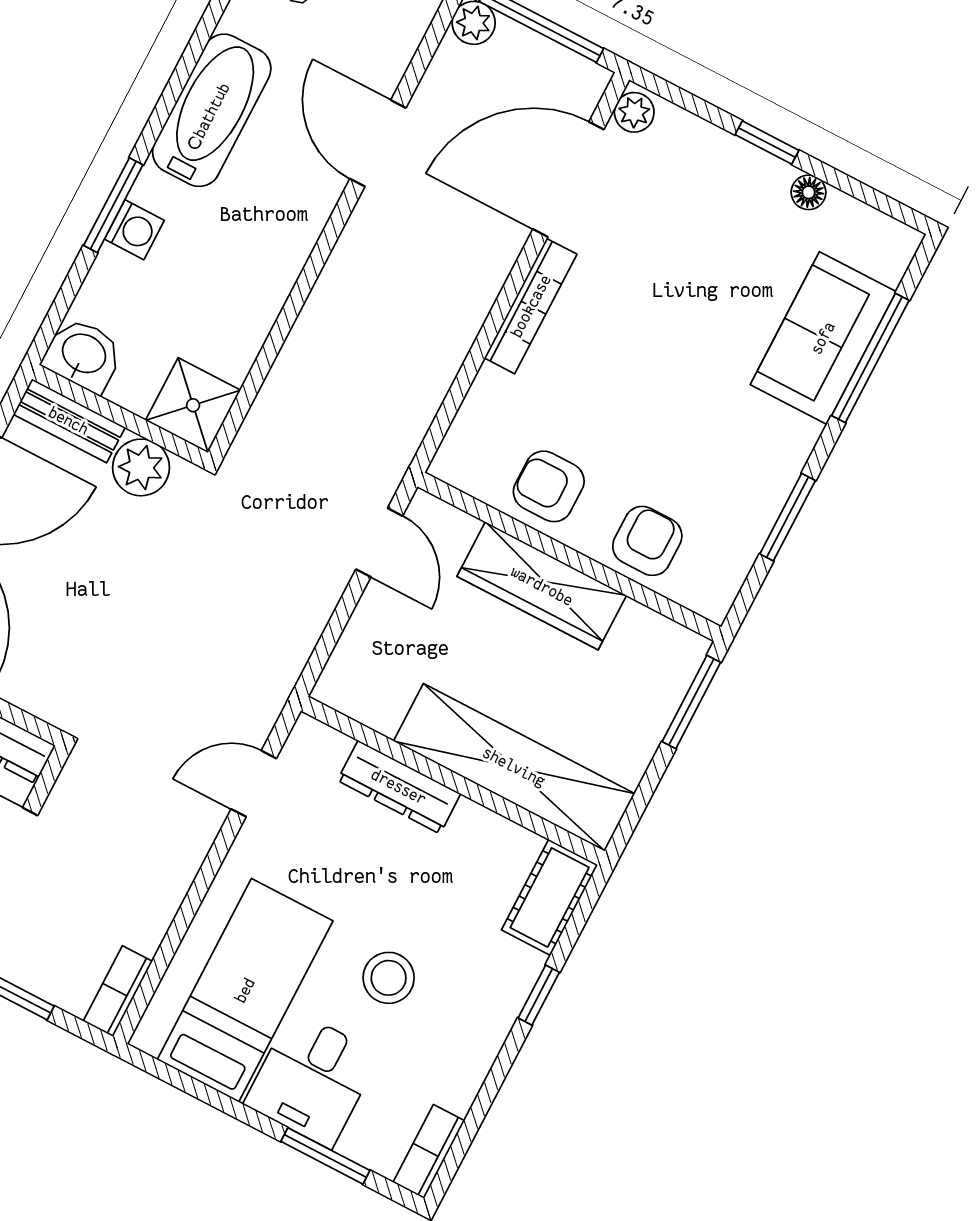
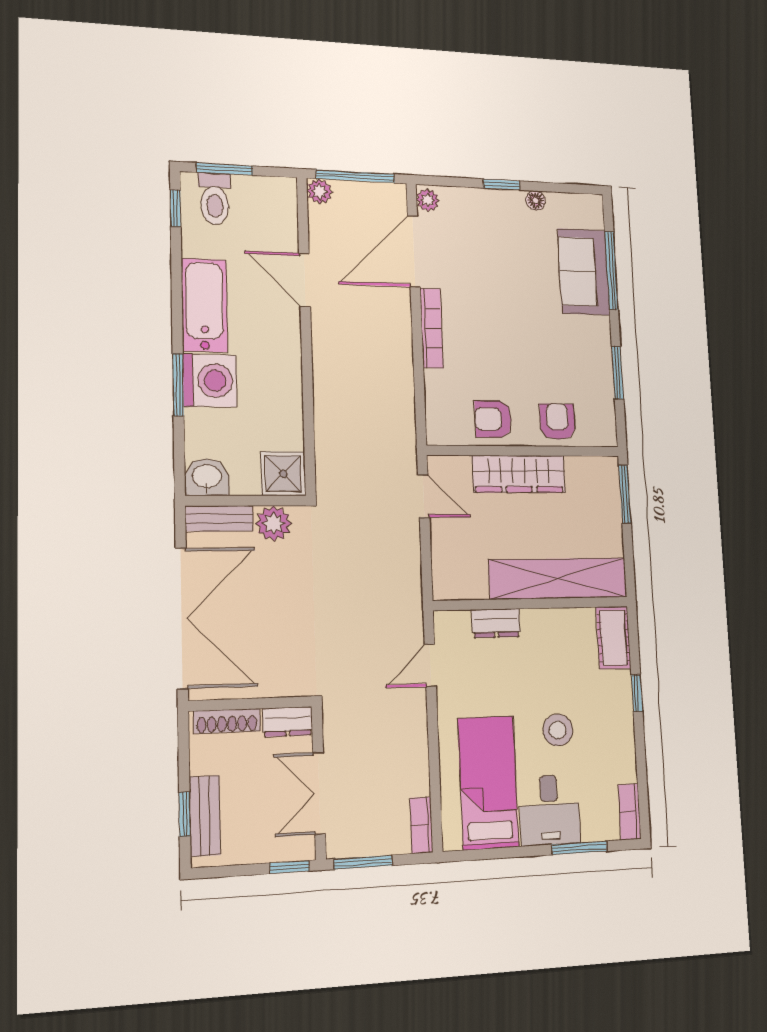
washing machine: (134, 230) -> (210, 380), width x1.89, depth x1.89
dresser: (399, 787) -> (496, 623), width x0.70

